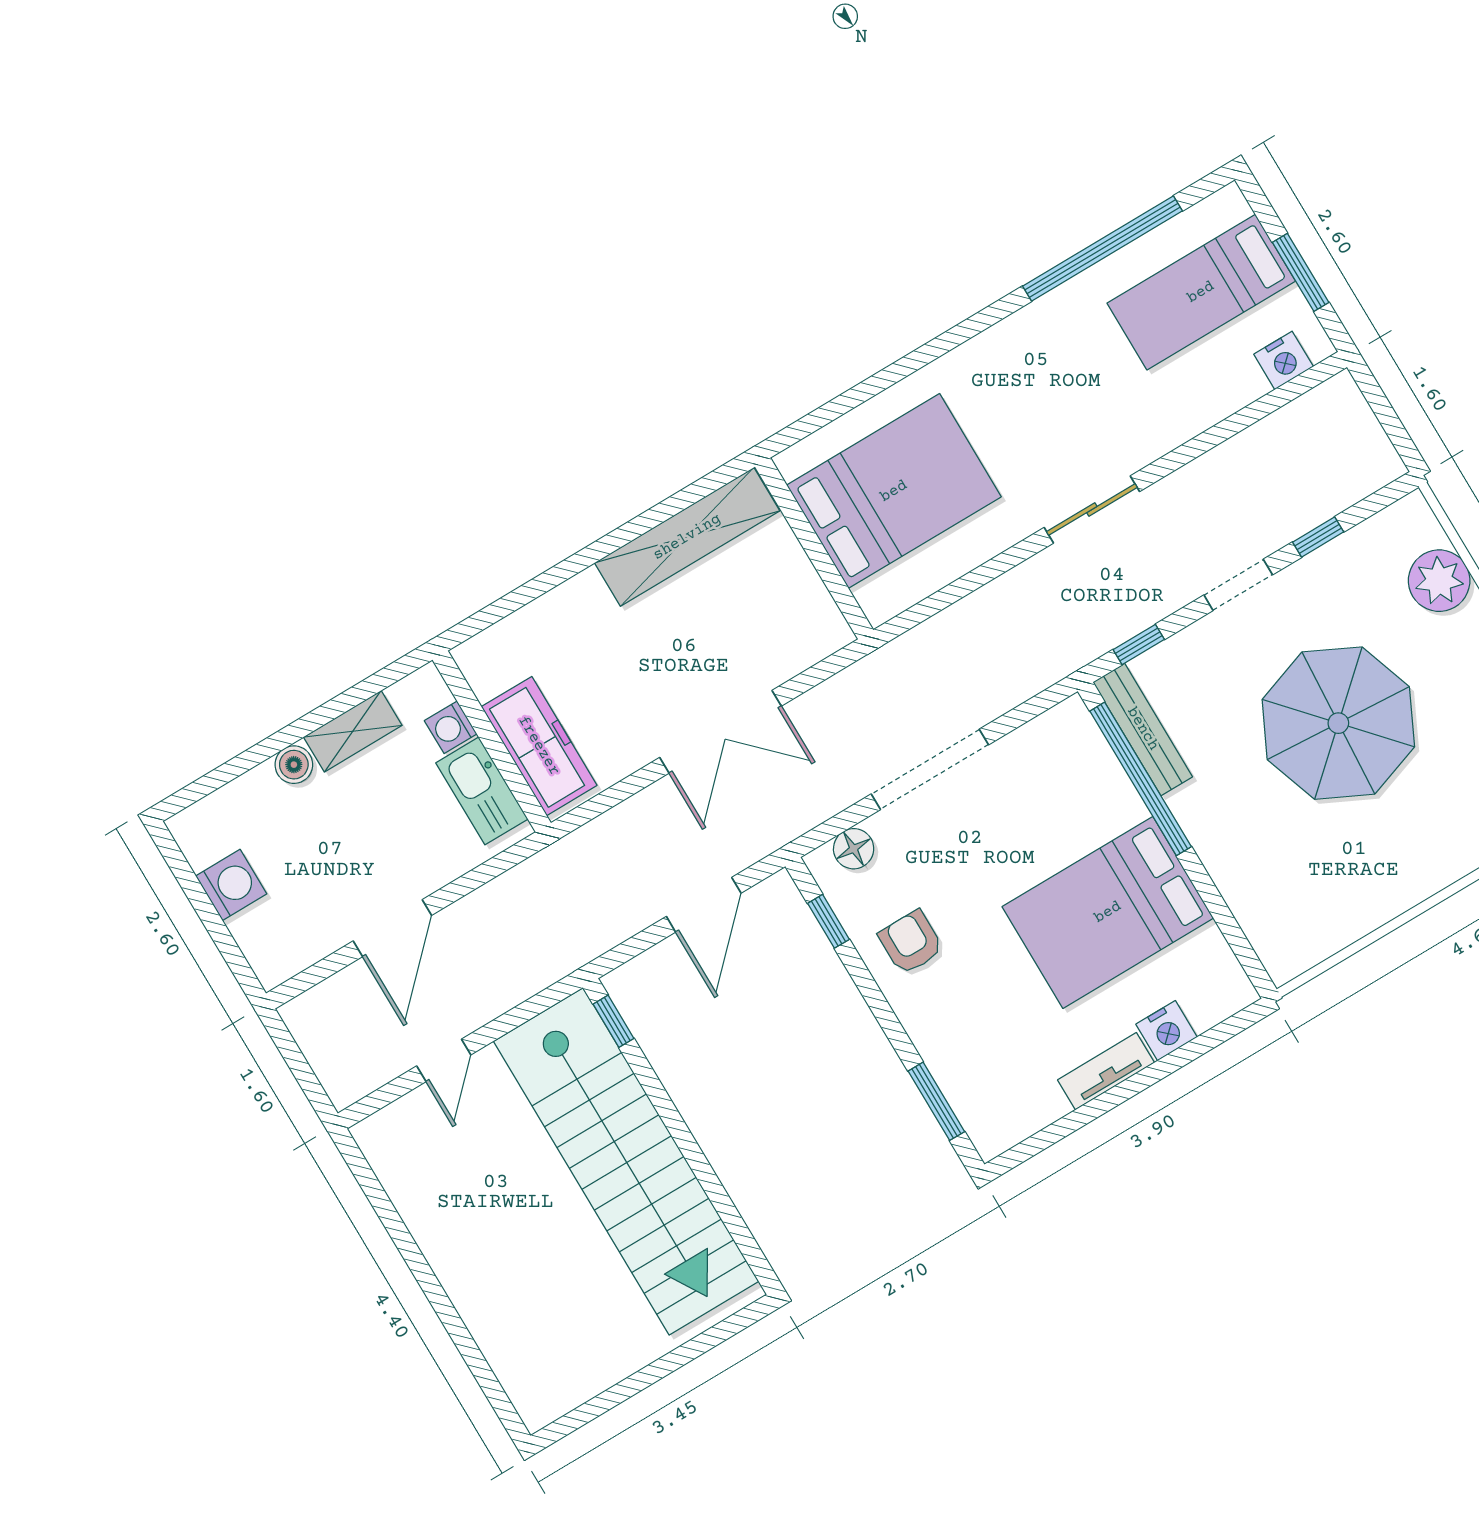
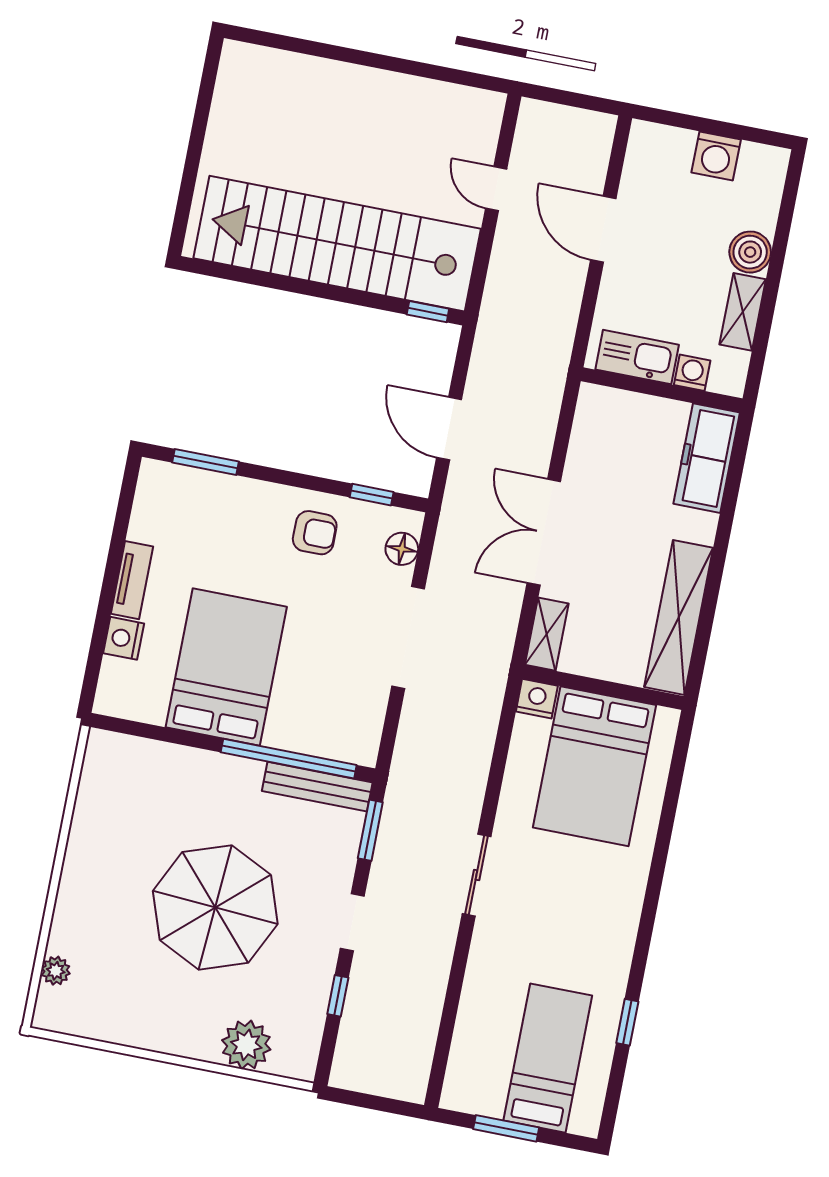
window: (1102, 249) -> (627, 1022), width x0.32
nightstand: (1284, 360) -> (537, 699), moved, turned 90
window: (1139, 644) -> (370, 830), width x1.50
shelving: (812, 645) -> (547, 634), added
freezer: (539, 746) -> (707, 458), moved, turned 90
boiler: (294, 765) -> (750, 252), width x1.36, depth x1.36

